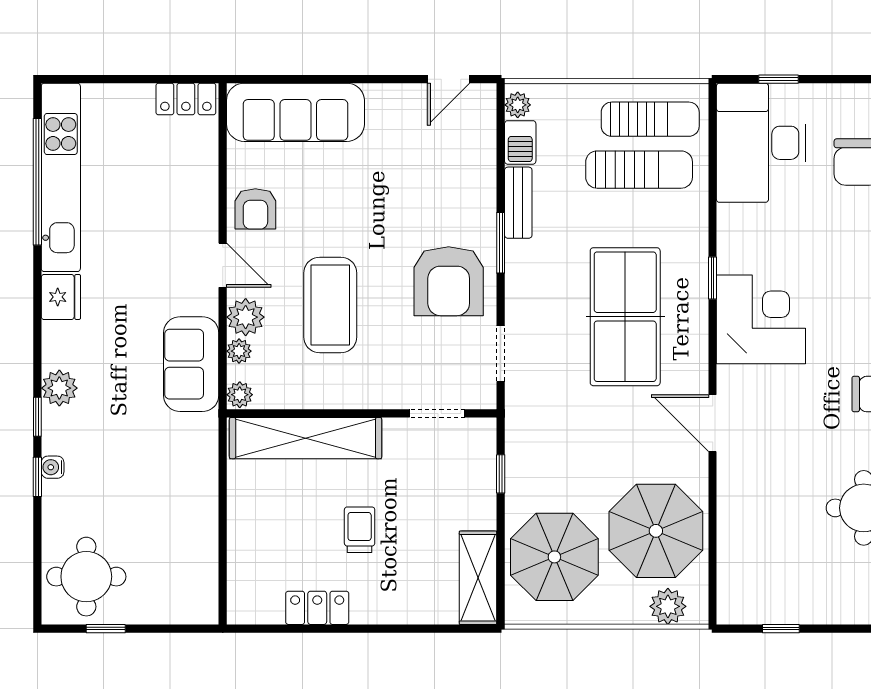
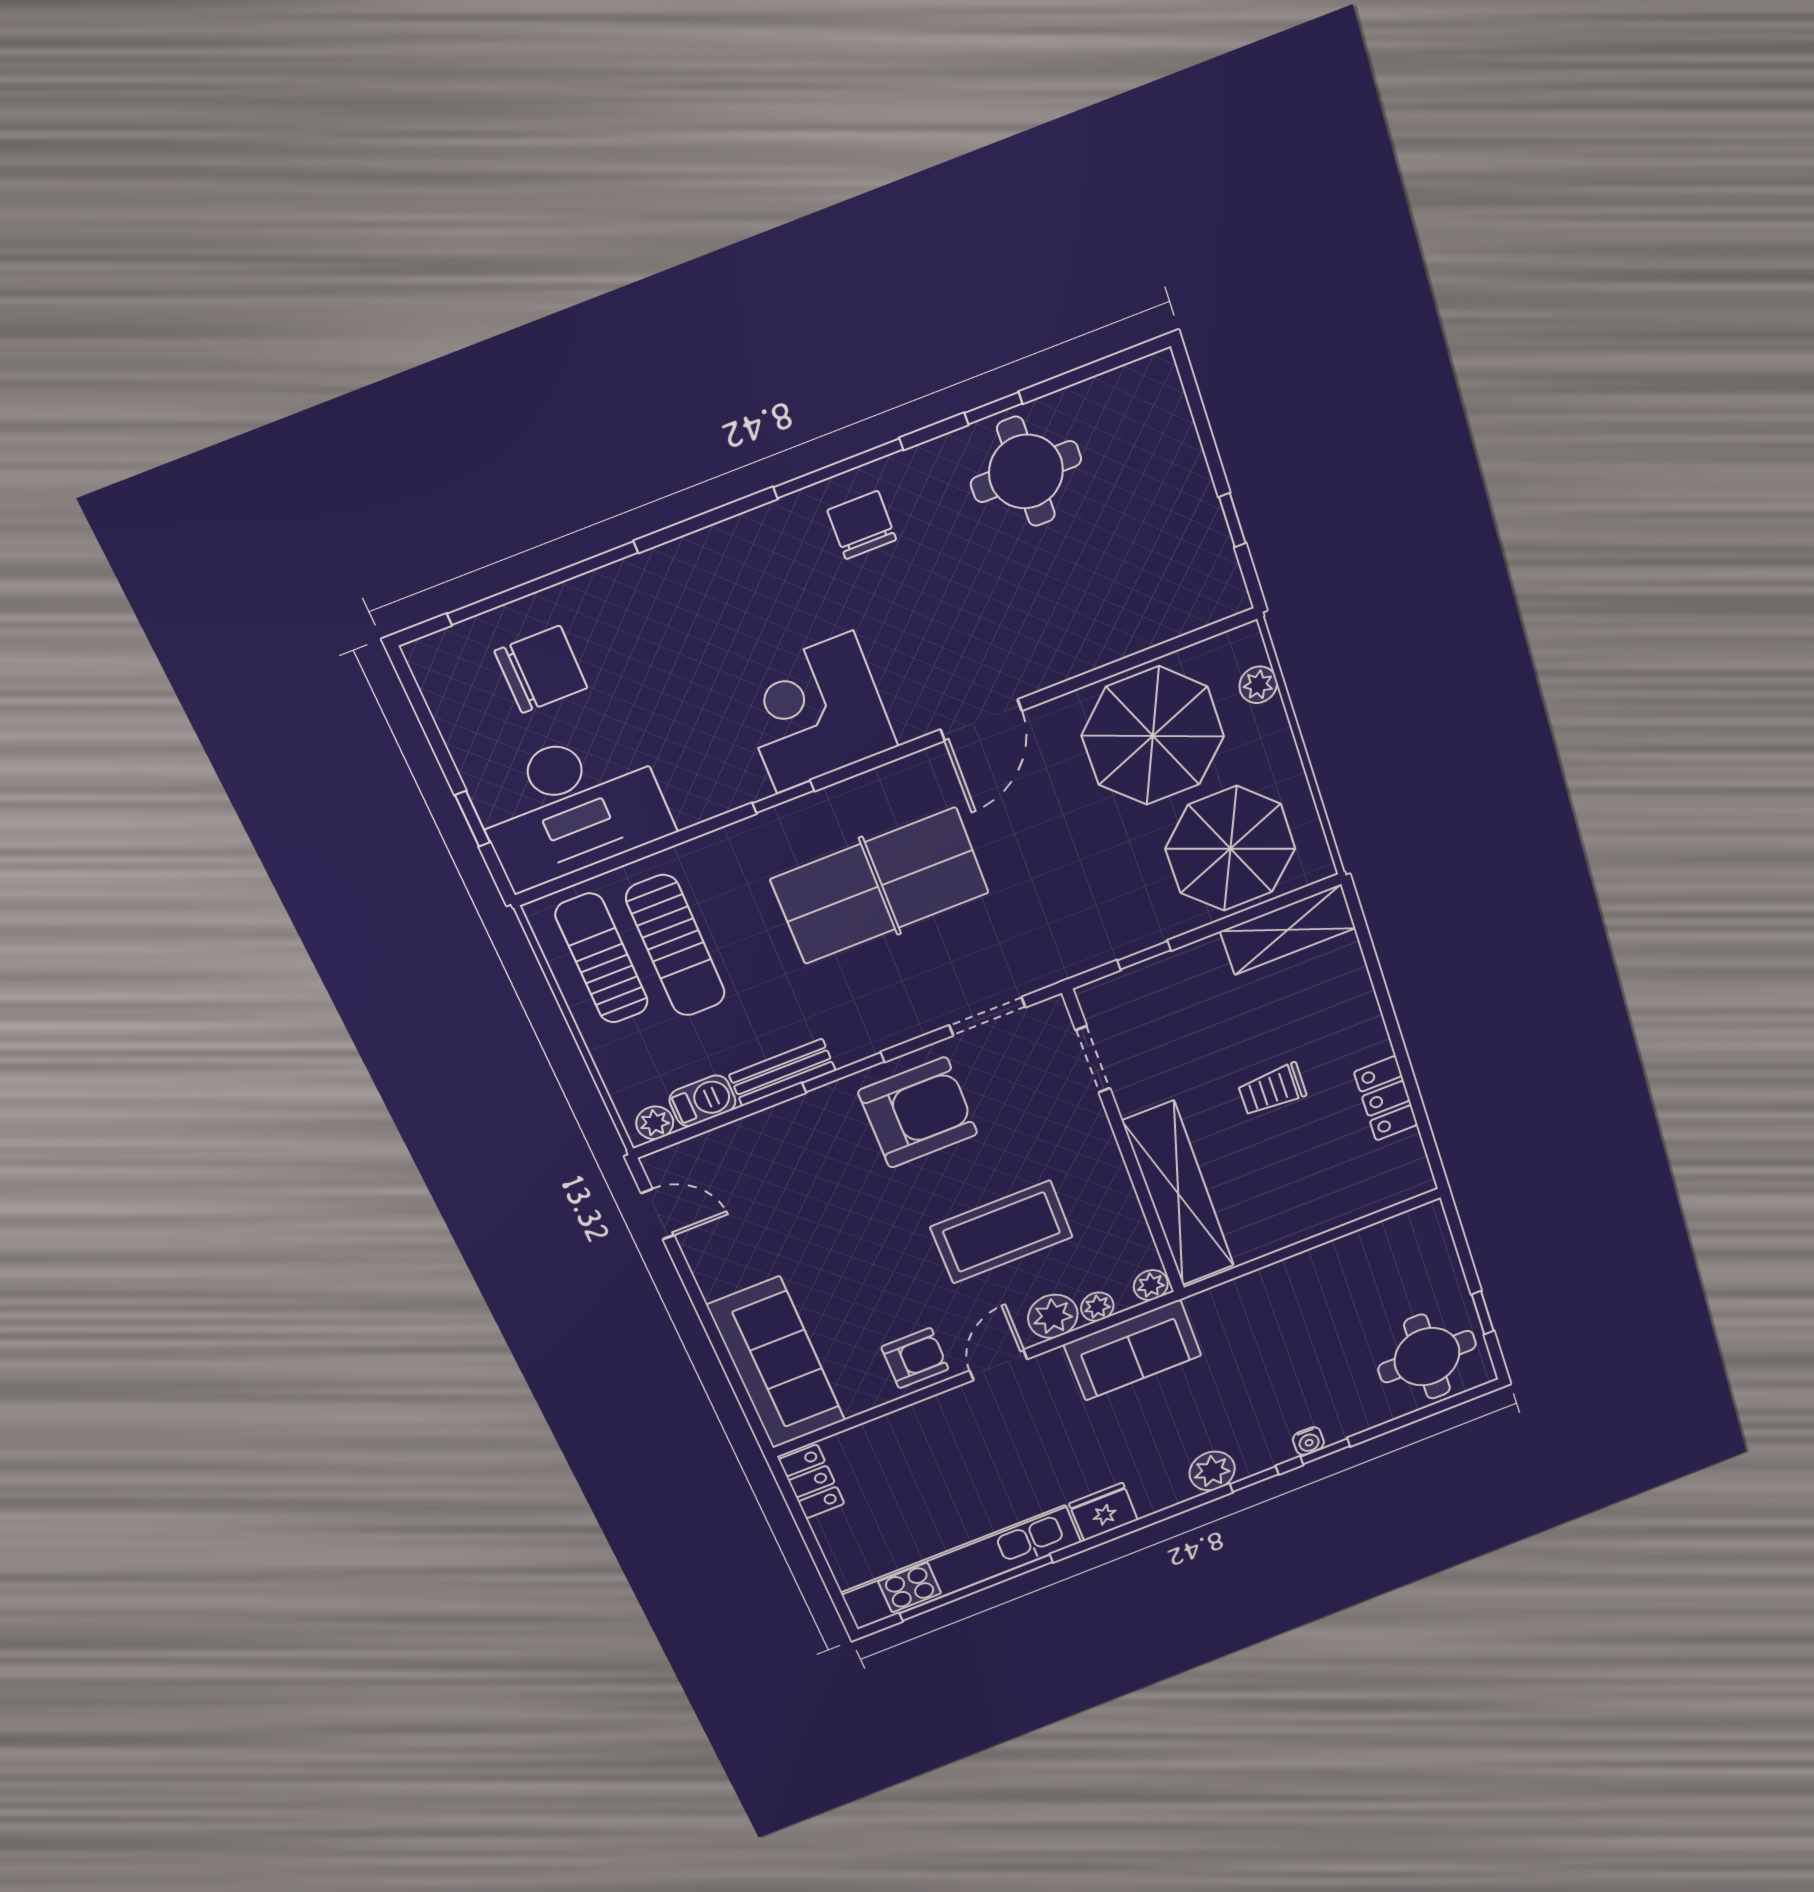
sun lounger: (639, 170) -> (676, 946), turned 180
plant: (668, 606) -> (1258, 685), width x0.73, depth x0.73

